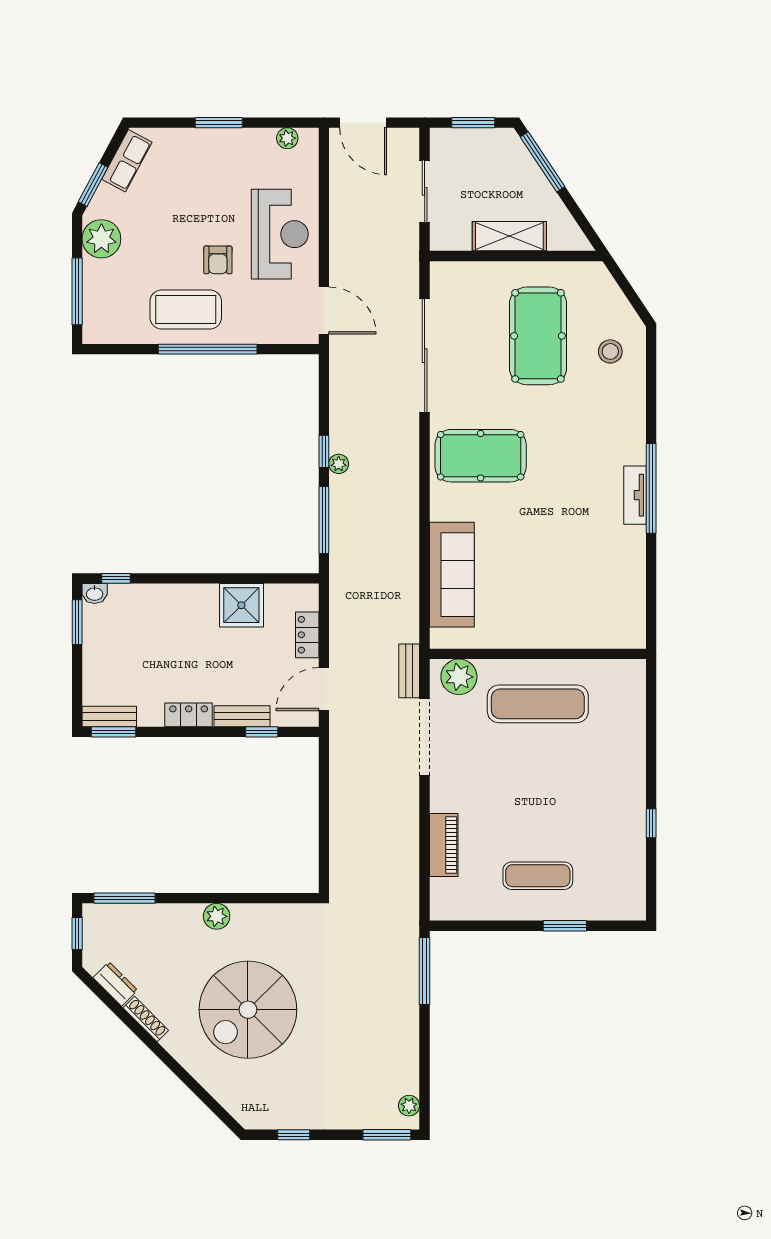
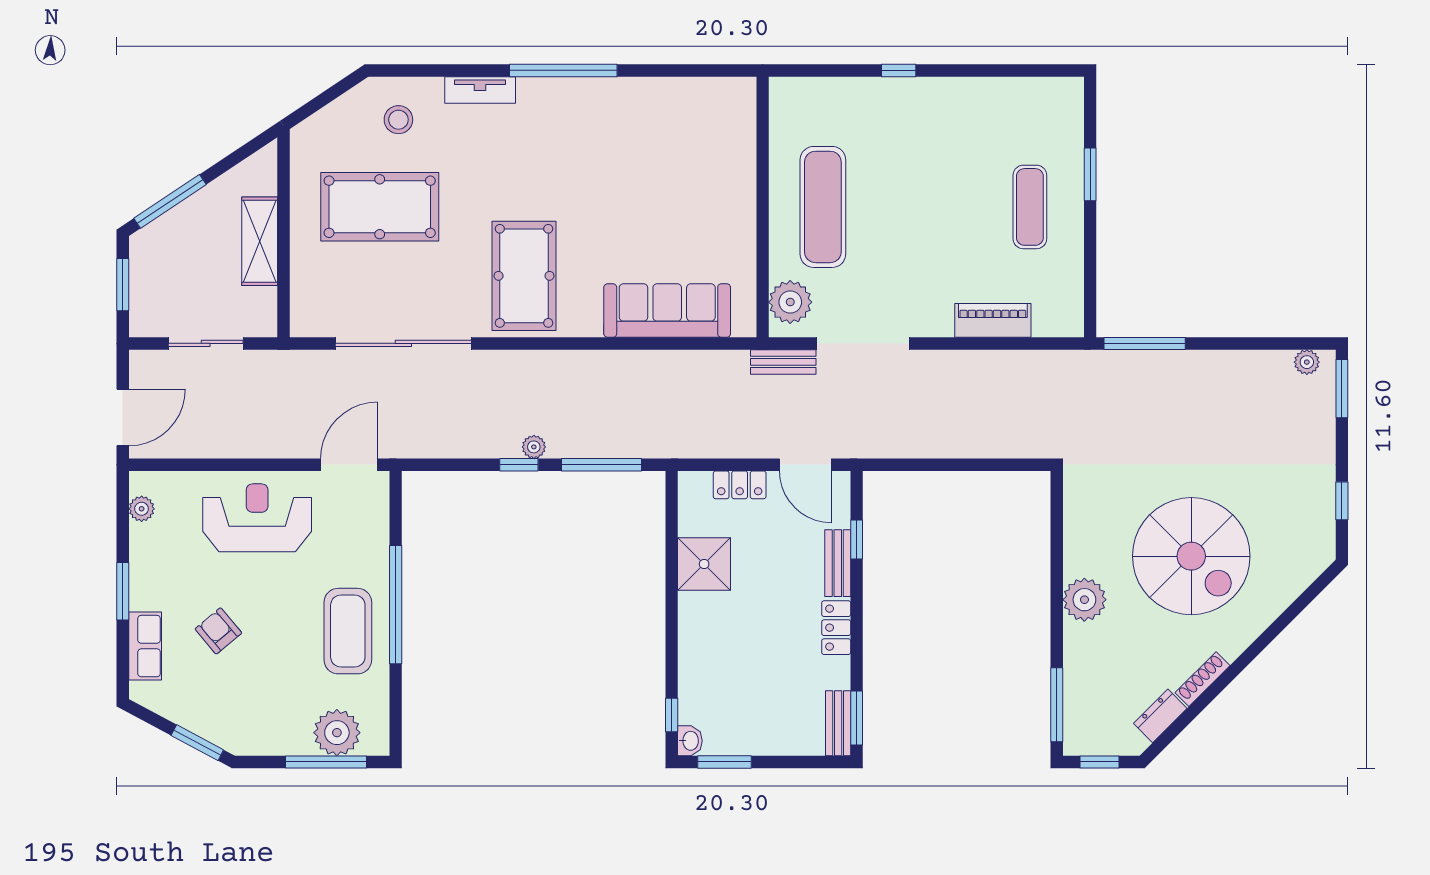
row of seats: (127, 161) -> (145, 646), moved, turned 62
plant: (101, 239) -> (337, 733), moved
armchair: (218, 260) -> (218, 631), moved, turned -130
tv unit: (635, 495) -> (480, 90), moved
window: (651, 823) -> (899, 70), moved
plant: (217, 916) -> (1084, 600), width x1.36, depth x1.36

